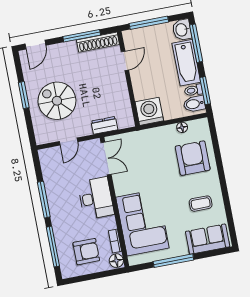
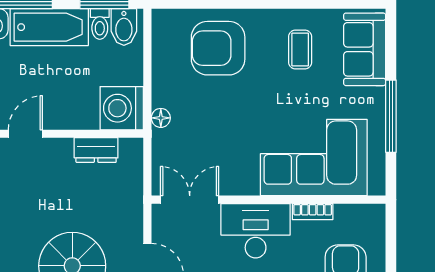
door: (125, 61) -> (25, 134), hinge flipped
dresser: (104, 125) -> (96, 150), moved, turned -90
floor lamp: (182, 127) -> (161, 118), moved
bookcase: (115, 241) -> (313, 212), moved
floor lamp: (116, 261) -> (371, 216), removed

